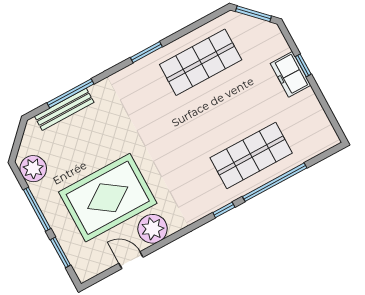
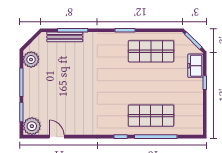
freezer: (291, 74) -> (195, 66), moved
rug: (108, 198) -> (62, 97), removed
plant: (153, 229) -> (32, 126), moved

